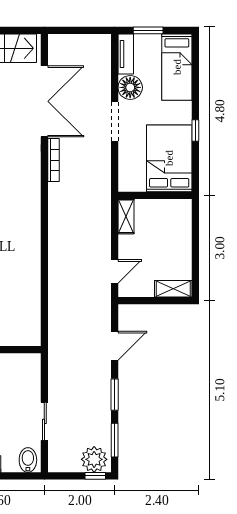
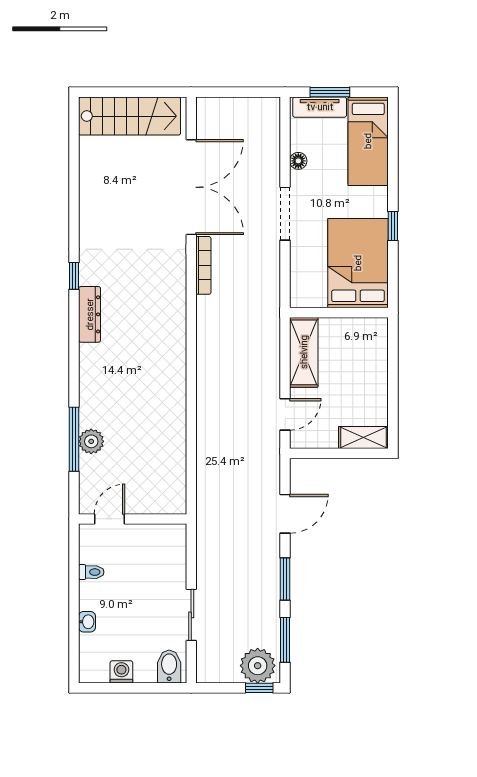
tv unit: (126, 54) -> (320, 107), moved, turned 90
floor lamp: (130, 87) -> (298, 161), width x0.53, depth x0.53
shelving: (126, 216) -> (304, 352), width x1.50, depth x1.33

